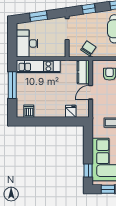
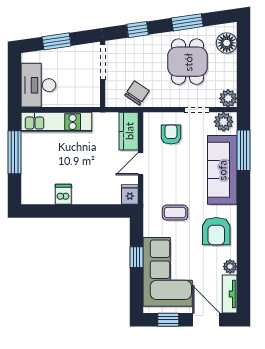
dishwasher: (29, 111) -> (63, 194), moved
fridge: (71, 111) -> (130, 194), moved
window: (88, 170) -> (136, 257), moved

